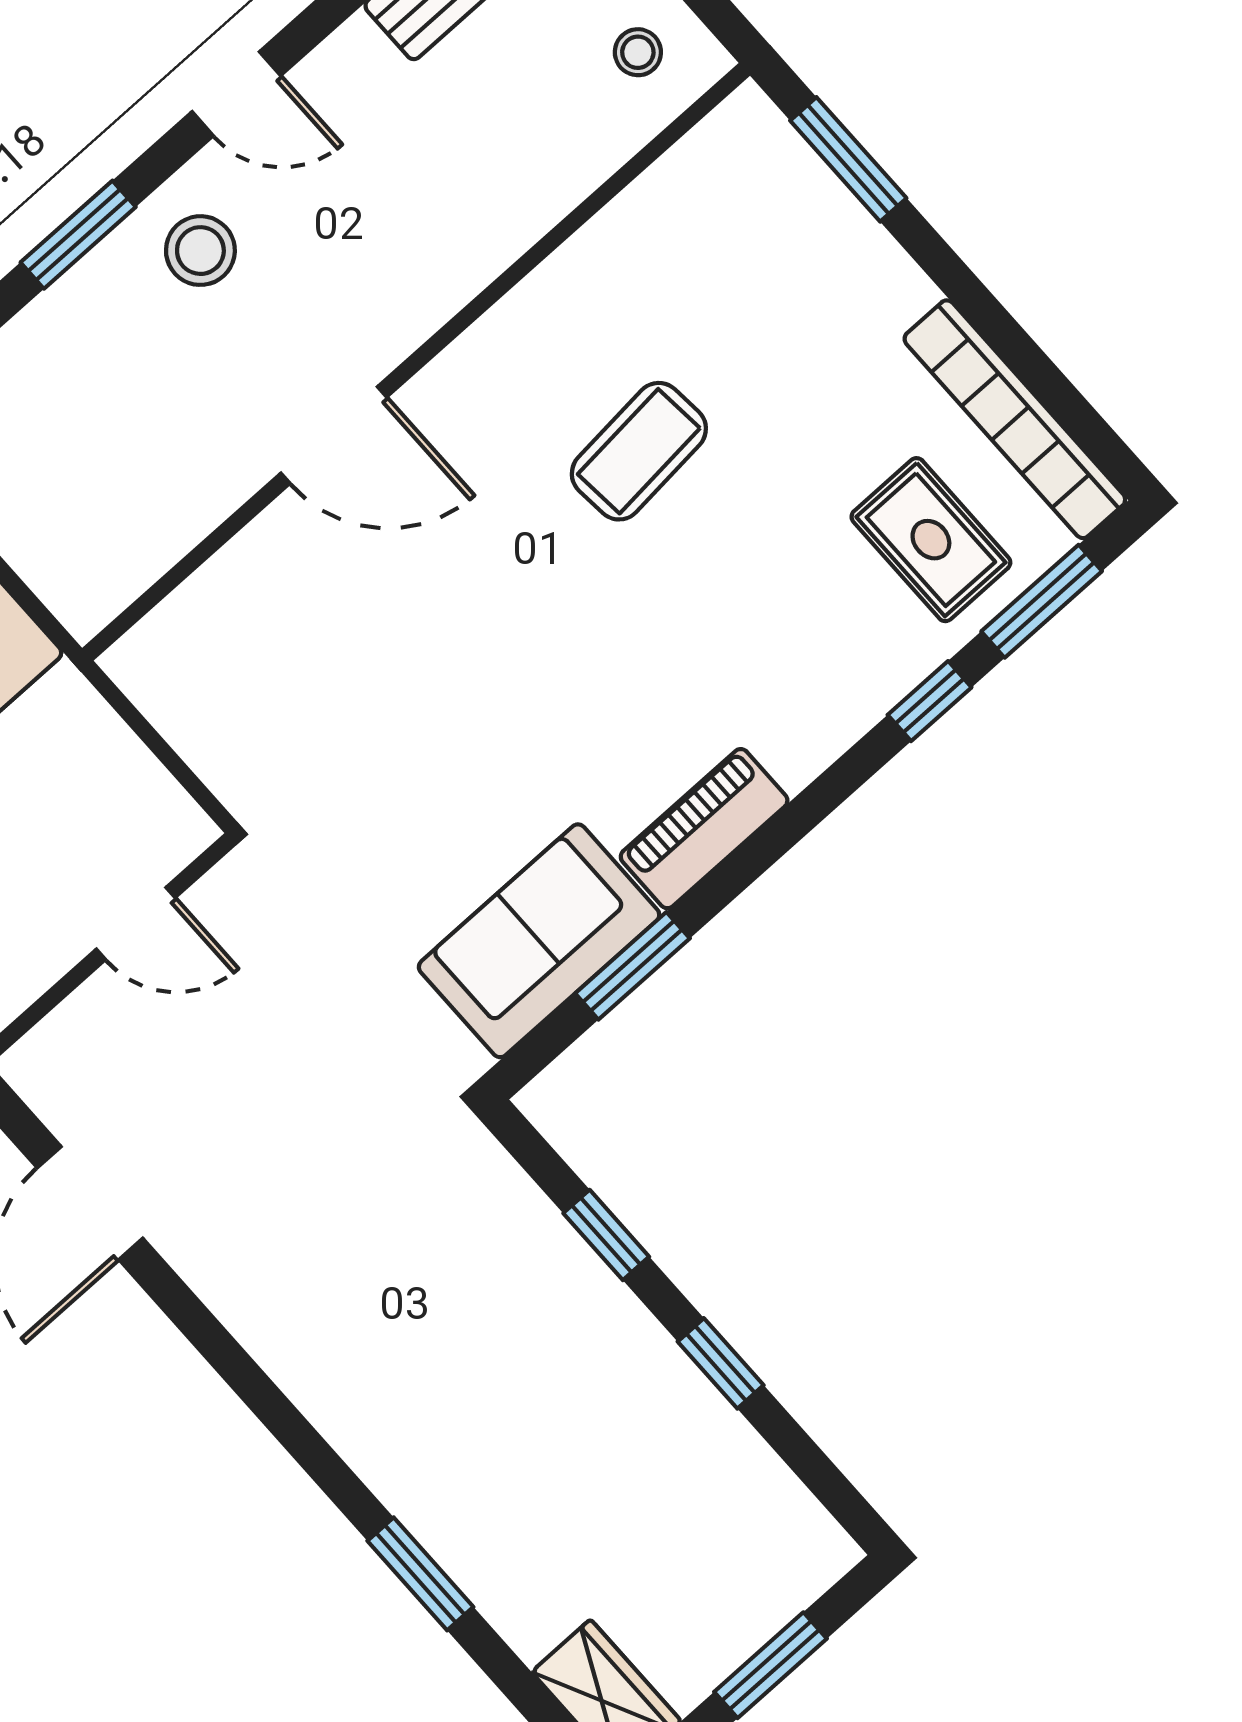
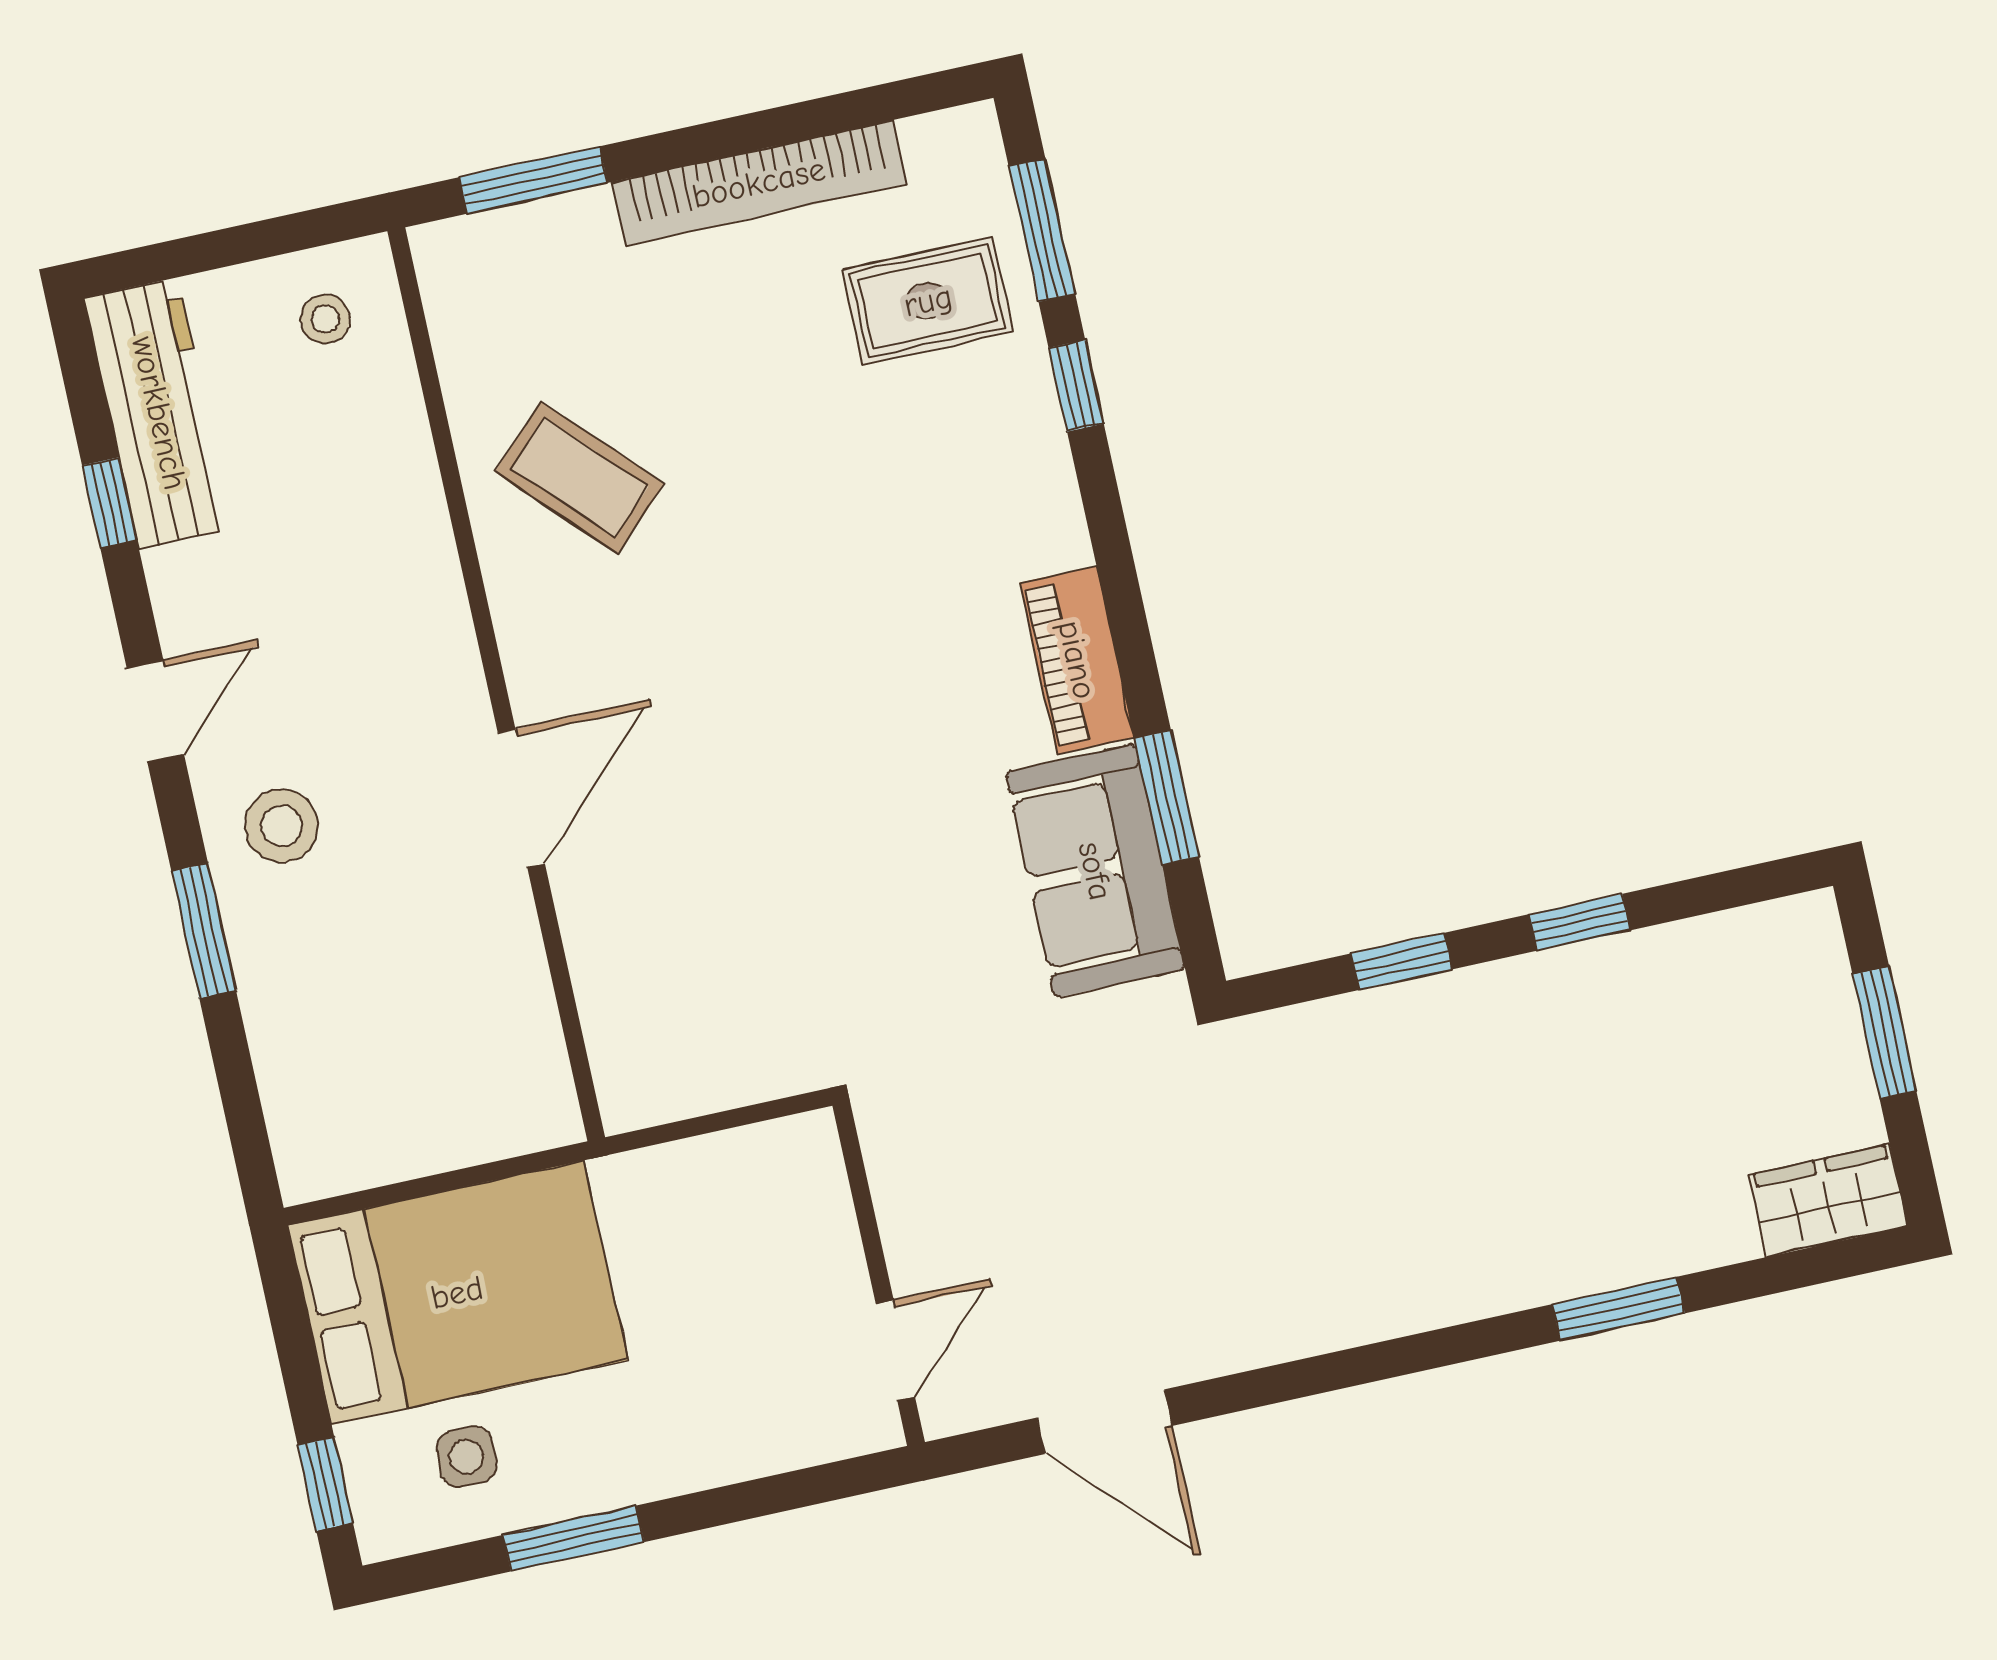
bookcase: (1015, 419) -> (759, 183), moved
coffee table: (639, 451) -> (580, 478), moved, turned -39
door: (136, 923) -> (895, 1350), moved

